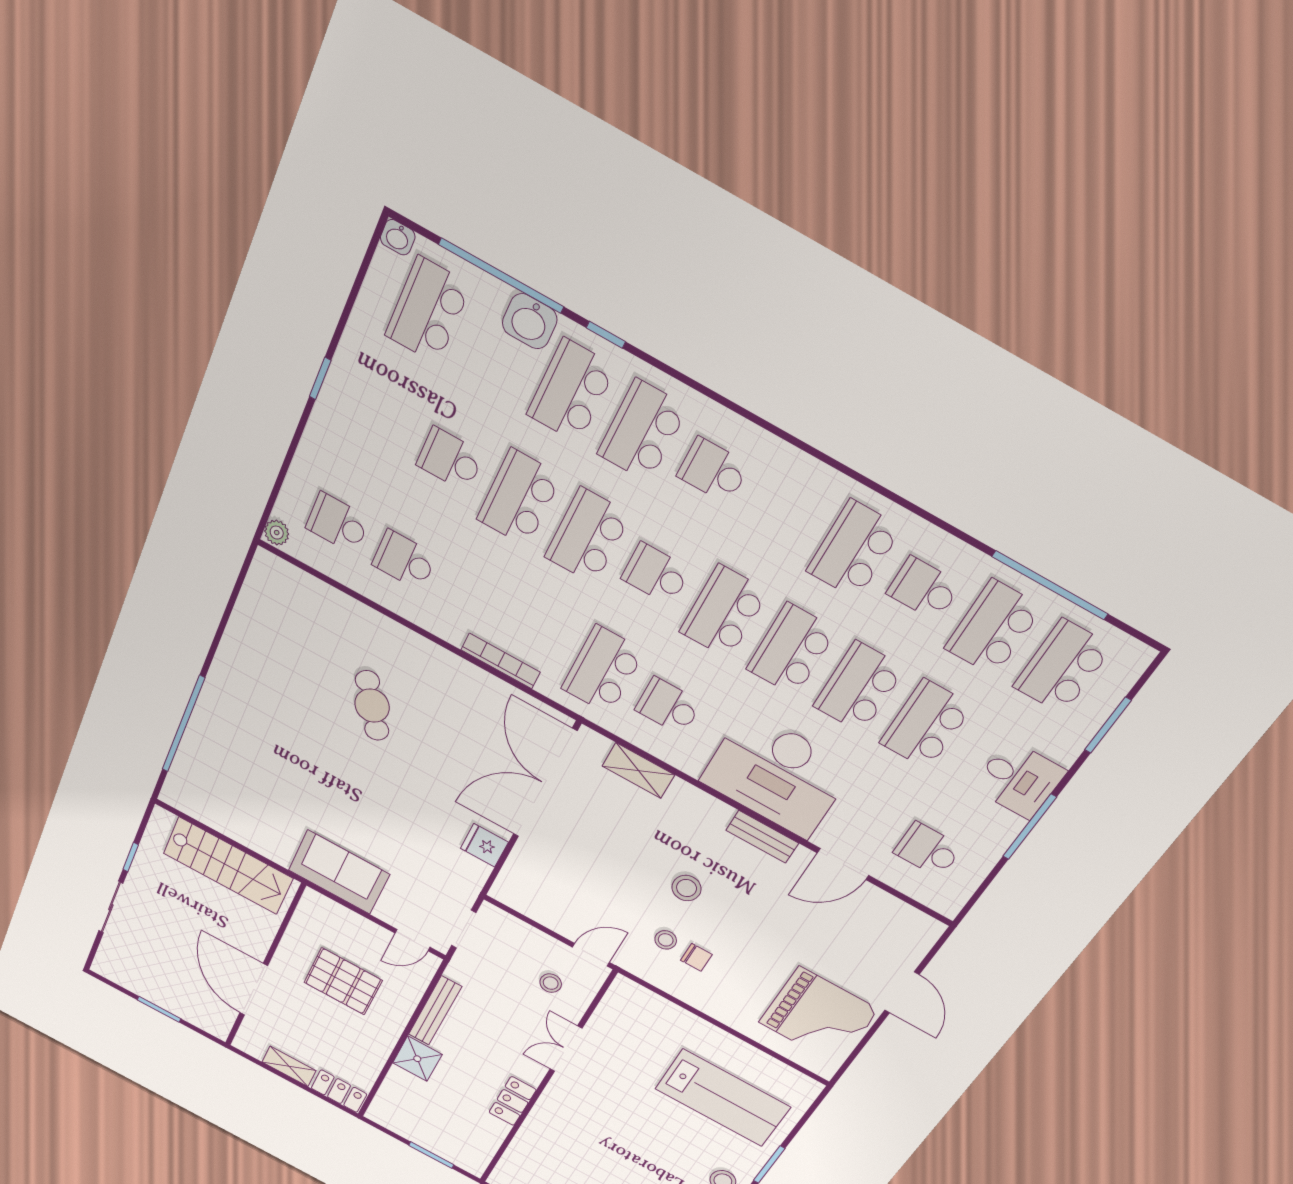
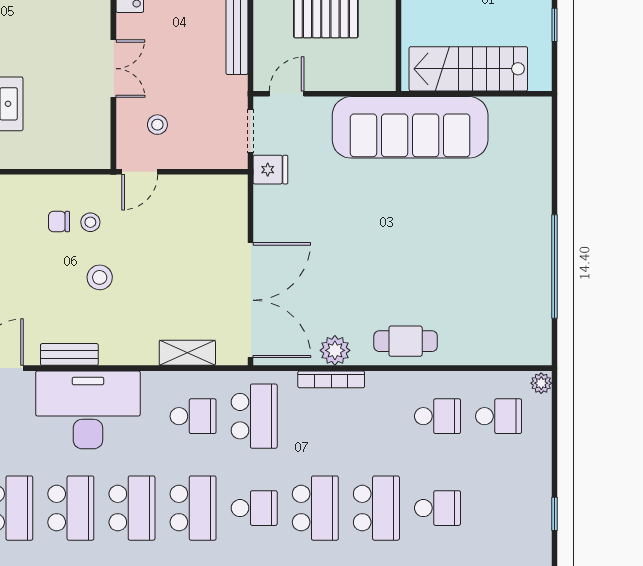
plant: (482, 687) -> (335, 350), added
cafe table: (372, 706) -> (406, 341), moved, turned -56
window: (183, 724) -> (554, 266), moved
fridge: (484, 845) -> (270, 170), moved
sofa: (339, 872) -> (410, 127), width x1.85, depth x1.27

